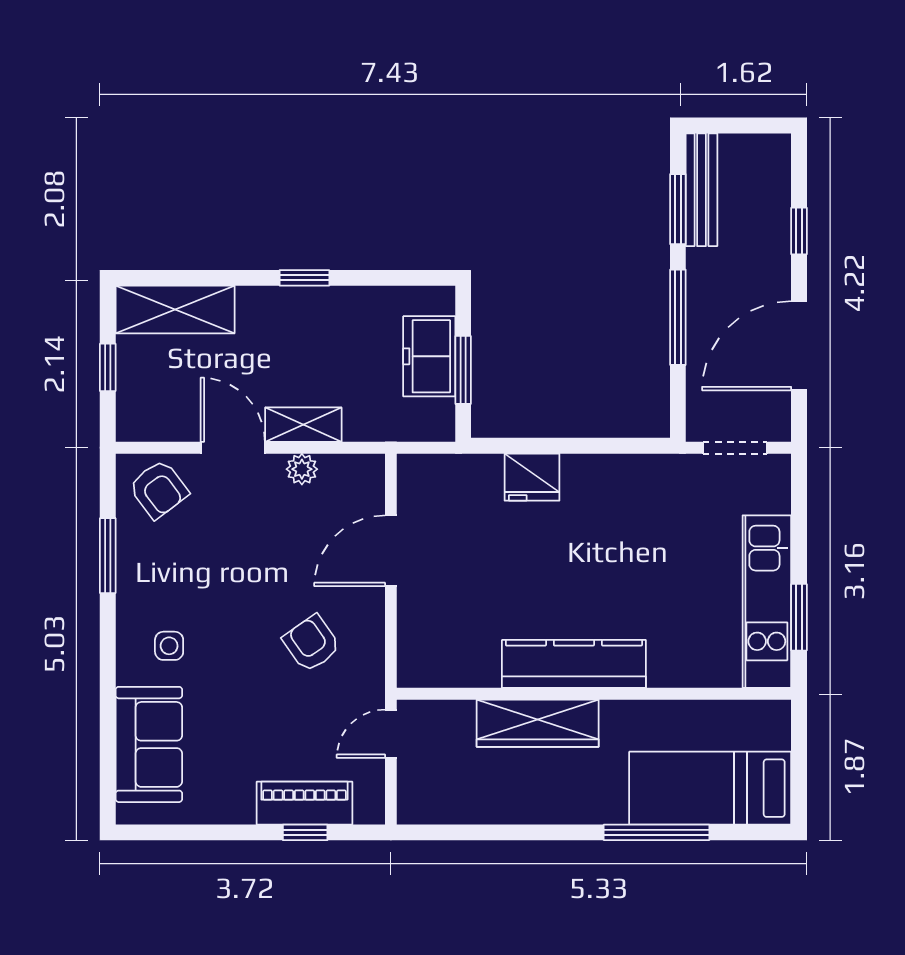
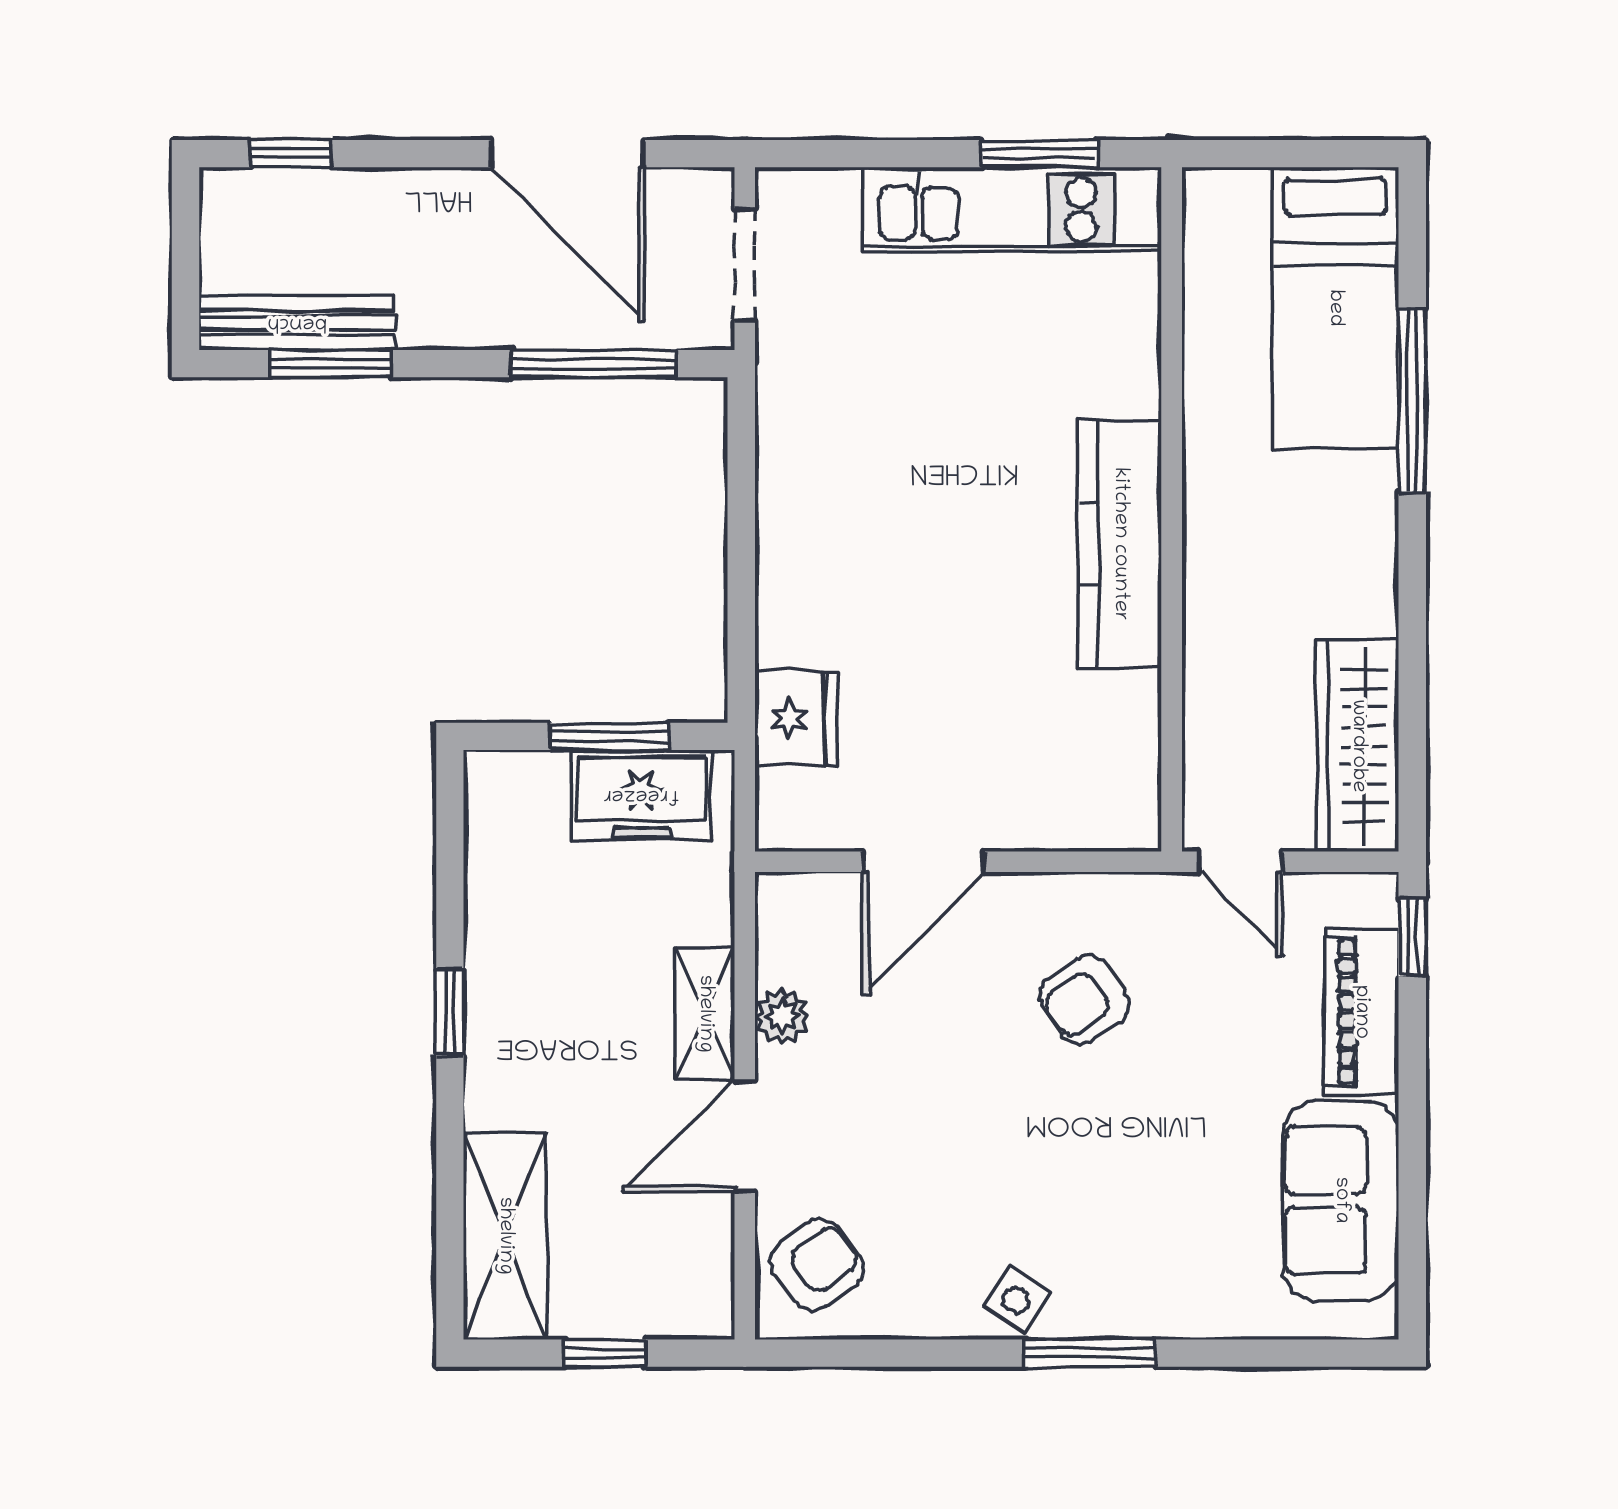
window: (799, 231) -> (291, 154), moved
window: (678, 317) -> (594, 364), moved
freezer: (429, 356) -> (641, 795), moved
fridge: (532, 477) -> (796, 718), moved
door: (391, 551) -> (924, 862), hinge flipped
window: (108, 556) -> (1090, 1353), moved
side table: (169, 646) -> (1016, 1300), moved, turned 33
wardrobe: (538, 723) -> (1358, 746), moved, turned 180
sofa: (149, 744) -> (1341, 1200), moved, turned -90
window: (305, 832) -> (1412, 937), moved

